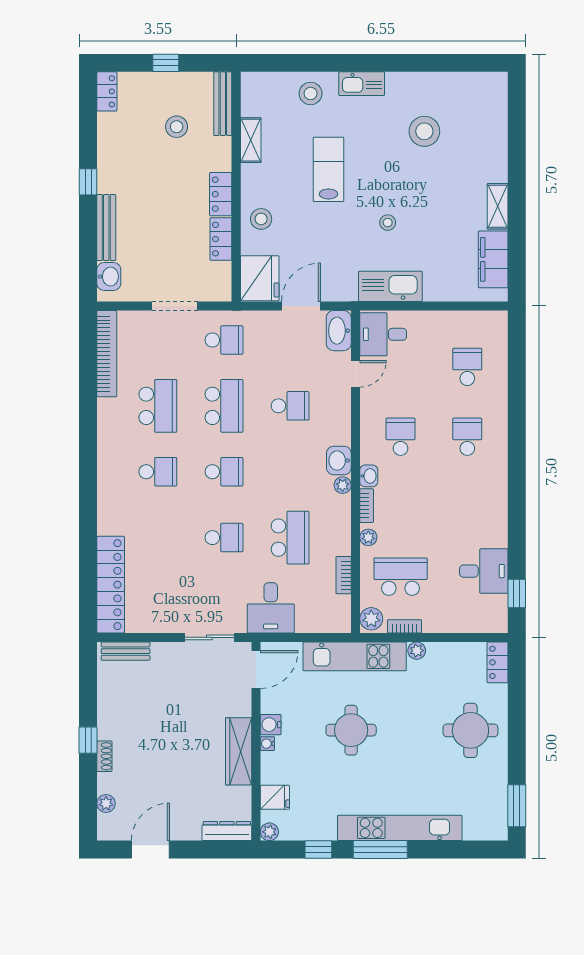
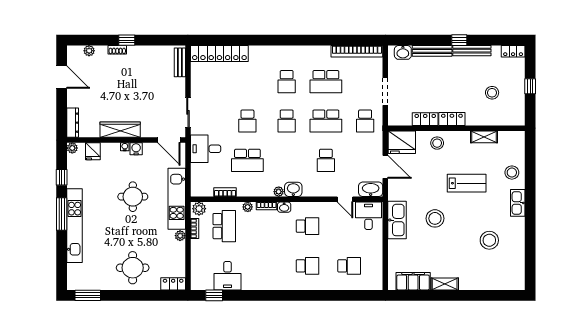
bench: (223, 104) -> (472, 51), moved
stool: (388, 223) -> (435, 218), width x1.89, depth x1.89

